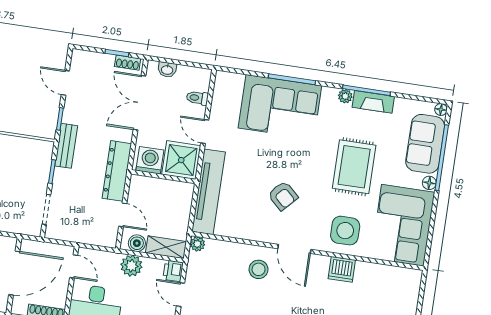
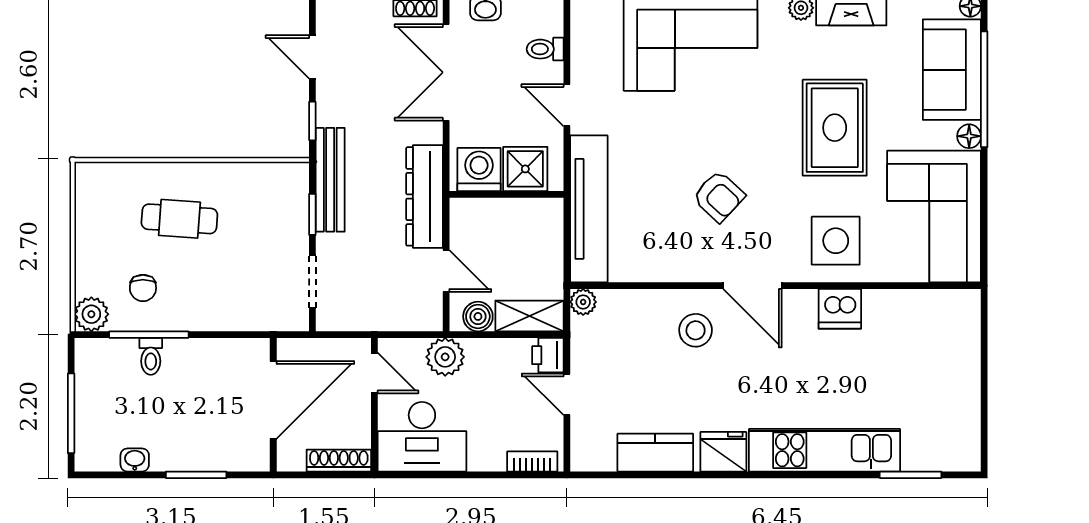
bench: (66, 146) -> (330, 180), width x1.36
shower: (181, 160) -> (525, 169), width x0.73, depth x0.73
plant: (131, 266) -> (445, 357), moved

